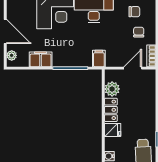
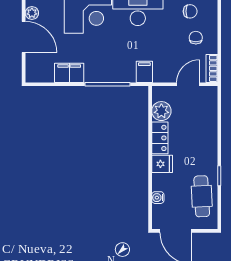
plant: (12, 55) -> (32, 13), moved

